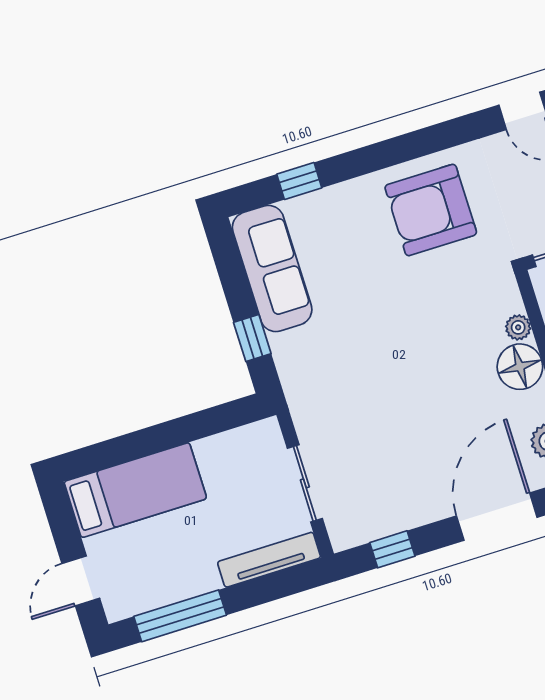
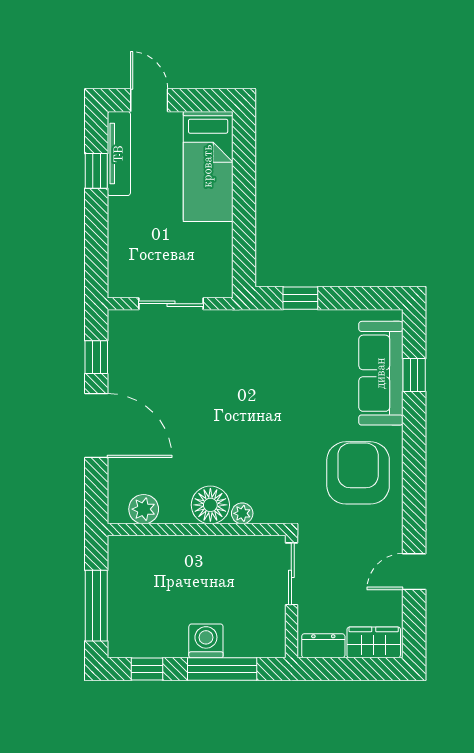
sofa: (272, 268) -> (381, 373), moved, turned 90
door: (497, 517) -> (96, 426), moved
tv unit: (269, 560) -> (119, 154), moved
window: (180, 616) -> (96, 171), width x0.46

